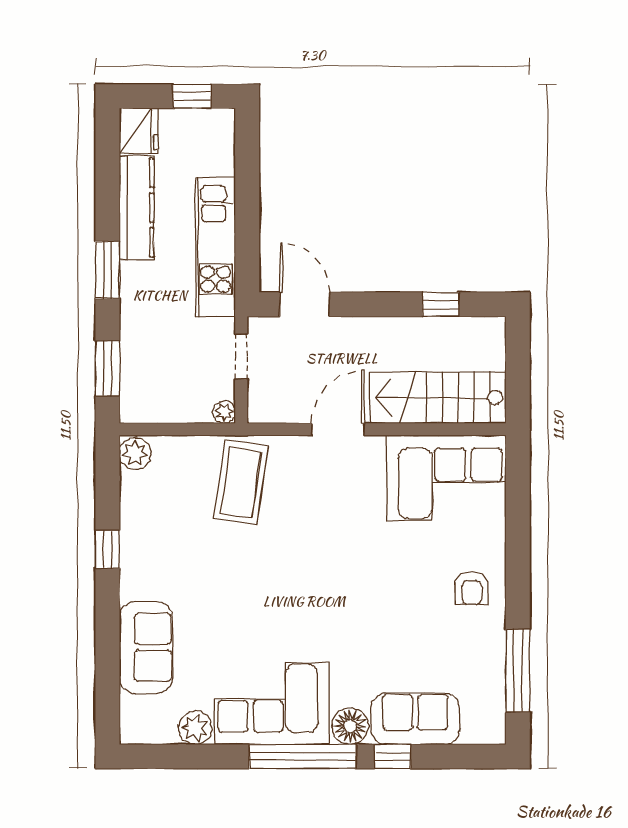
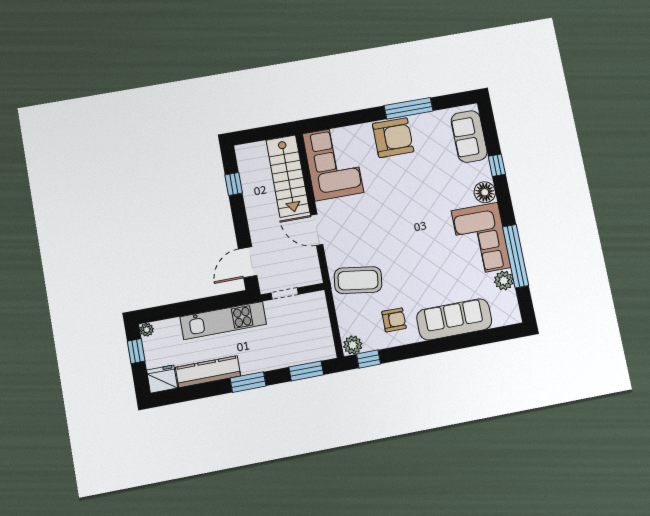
plant: (224, 412) -> (147, 330), moved
armchair: (164, 530) -> (394, 320), added
window: (107, 549) -> (369, 359), moved
armchair: (472, 588) -> (393, 138), width x1.88, depth x1.88
sofa: (146, 647) -> (454, 319), width x1.36
window: (518, 671) -> (409, 108), moved
sofa: (415, 719) -> (469, 137), moved
window: (303, 756) -> (516, 256), moved

